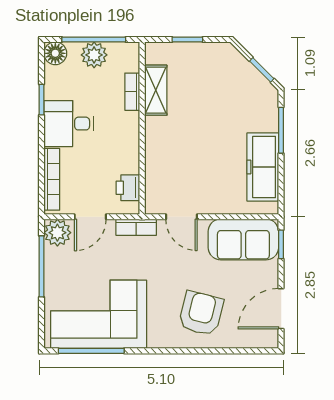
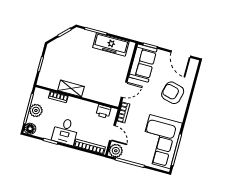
shelving: (156, 90) -> (71, 88), moved

